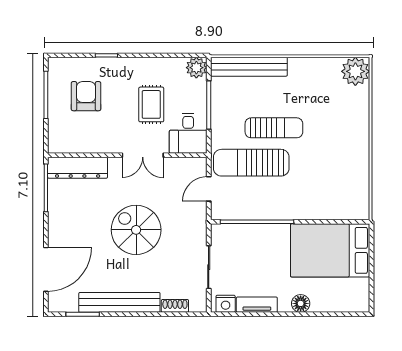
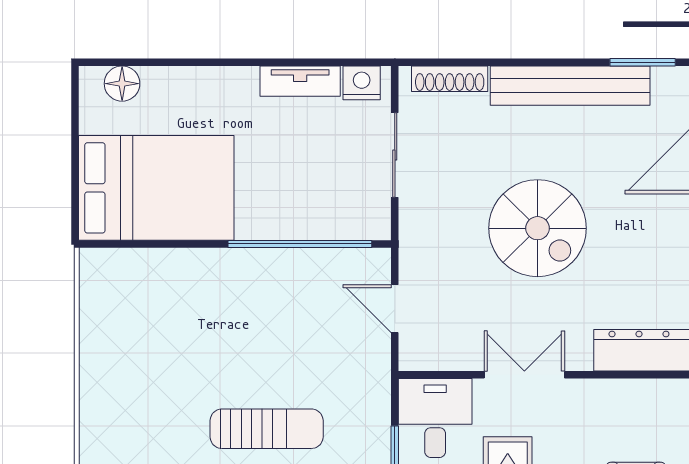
sun lounger: (274, 128) -> (267, 429), turned 180
sun lounger: (251, 163) -> (311, 360), removed
door: (209, 189) -> (395, 309), swing flipped
floor lamp: (301, 303) -> (122, 84), moved
shoe rack: (175, 306) -> (450, 79), width x1.43

